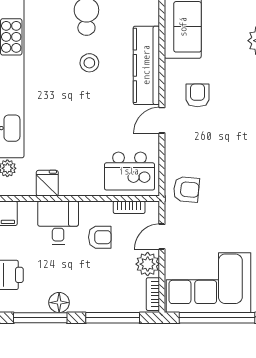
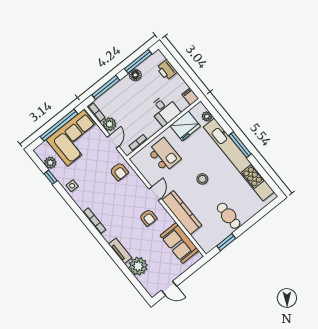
stool: (89, 63) -> (202, 179), moved
kitchen island: (129, 171) -> (164, 155), moved, turned 90
fridge: (47, 183) -> (185, 126), width x1.88, depth x1.34
armchair: (186, 189) -> (119, 172), turned -95
armchair: (100, 237) -> (141, 119), removed

